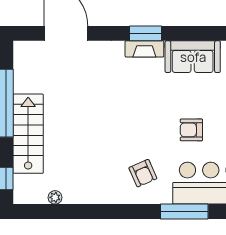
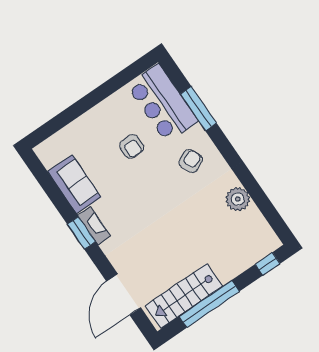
stairs: (28, 134) -> (184, 296), moved
plant: (55, 197) -> (238, 199), moved, width x1.87, depth x1.87

